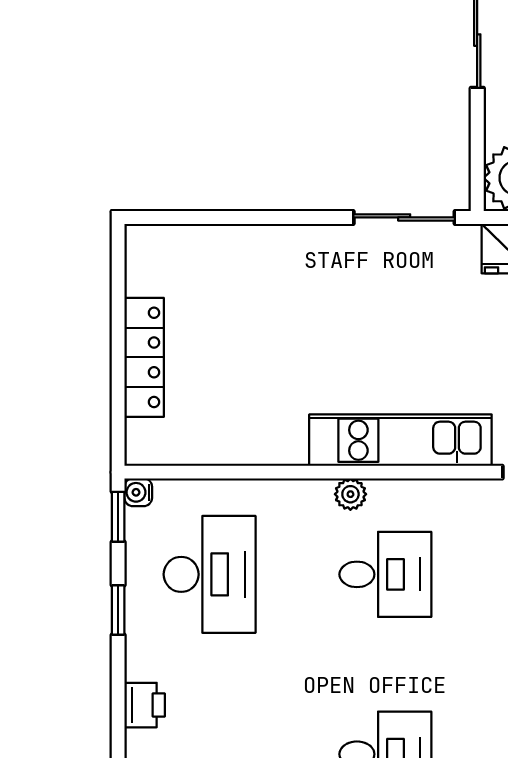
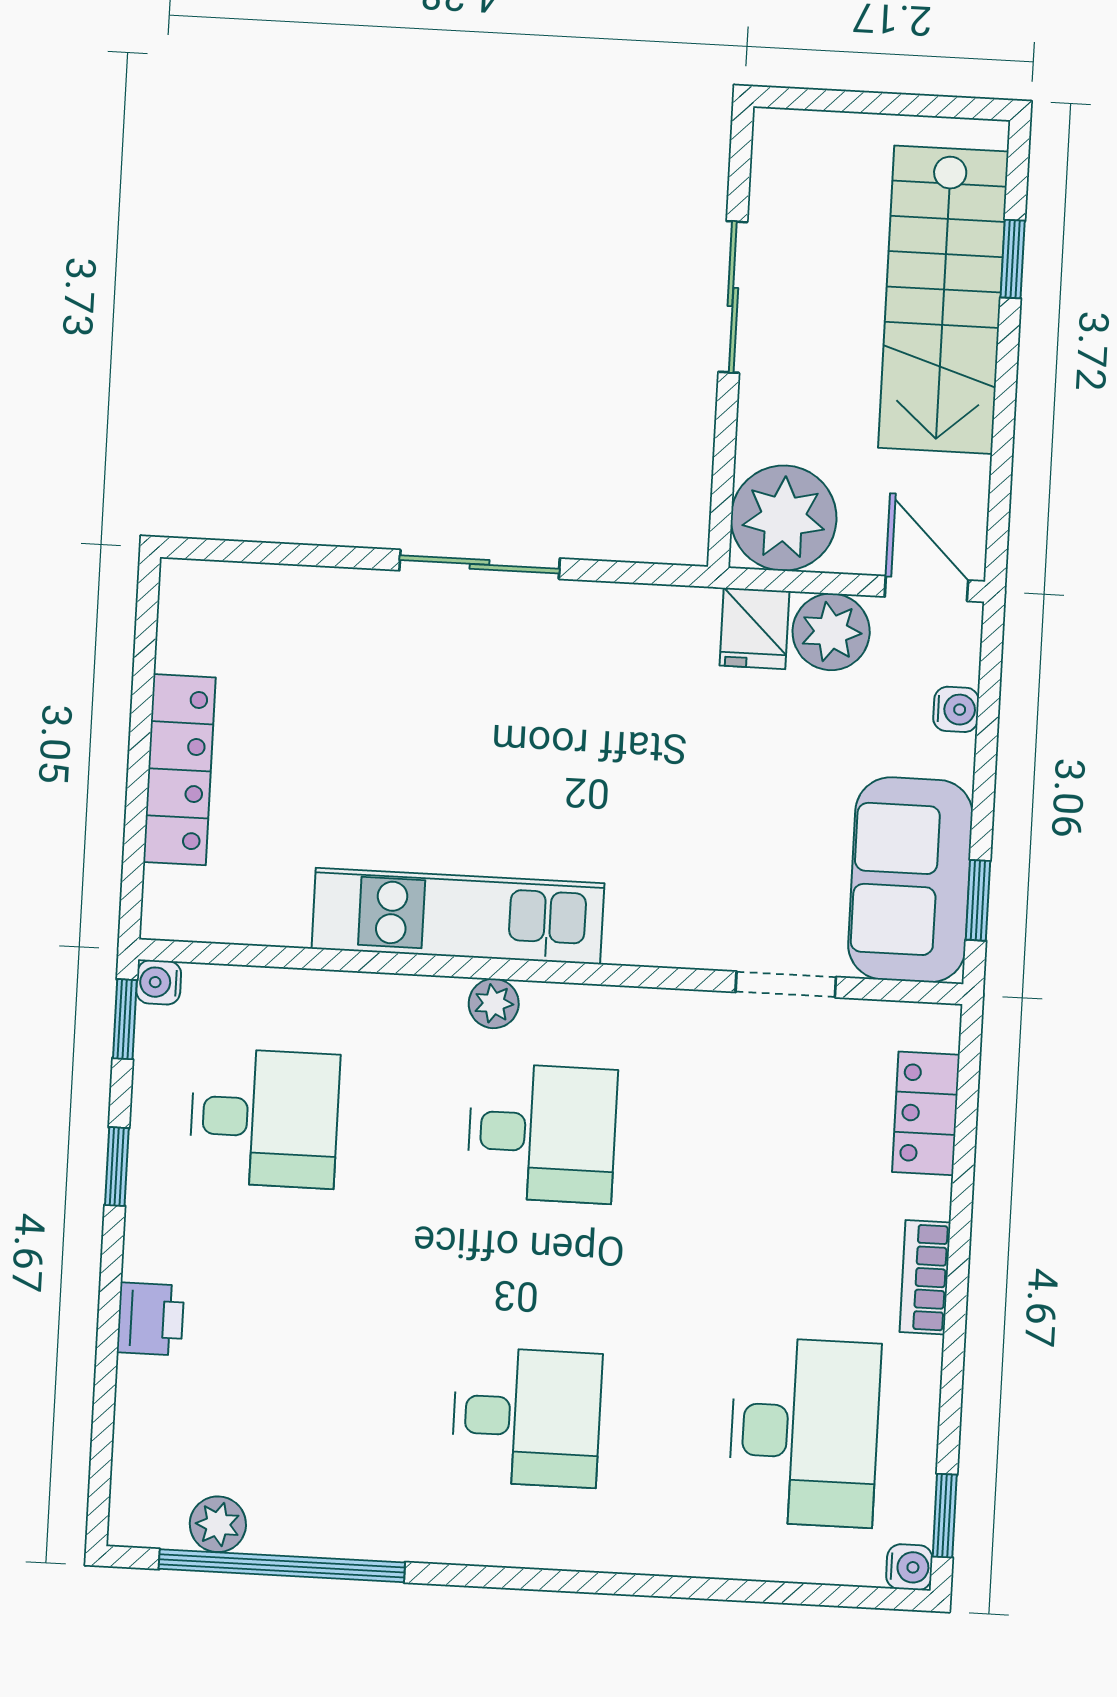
sliding door: (404, 217) -> (480, 564), moved
kitchen unit: (400, 440) -> (458, 916), moved
desk: (210, 574) -> (264, 1118), width x0.73

